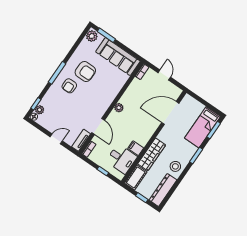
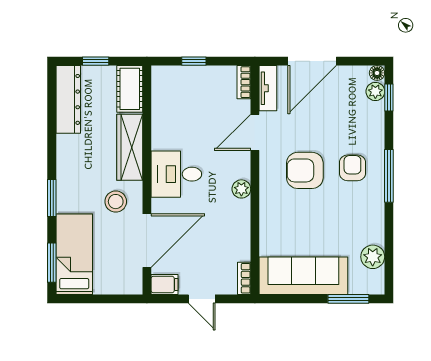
plant: (92, 36) -> (373, 257), moved
armchair: (85, 72) -> (305, 170), moved
door: (98, 126) -> (255, 132), hinge flipped
door: (56, 139) -> (312, 61), width x1.88
filing cabinet: (136, 148) -> (165, 284), moved
desk: (121, 159) -> (176, 174), moved
stool: (175, 166) -> (116, 202), moved

